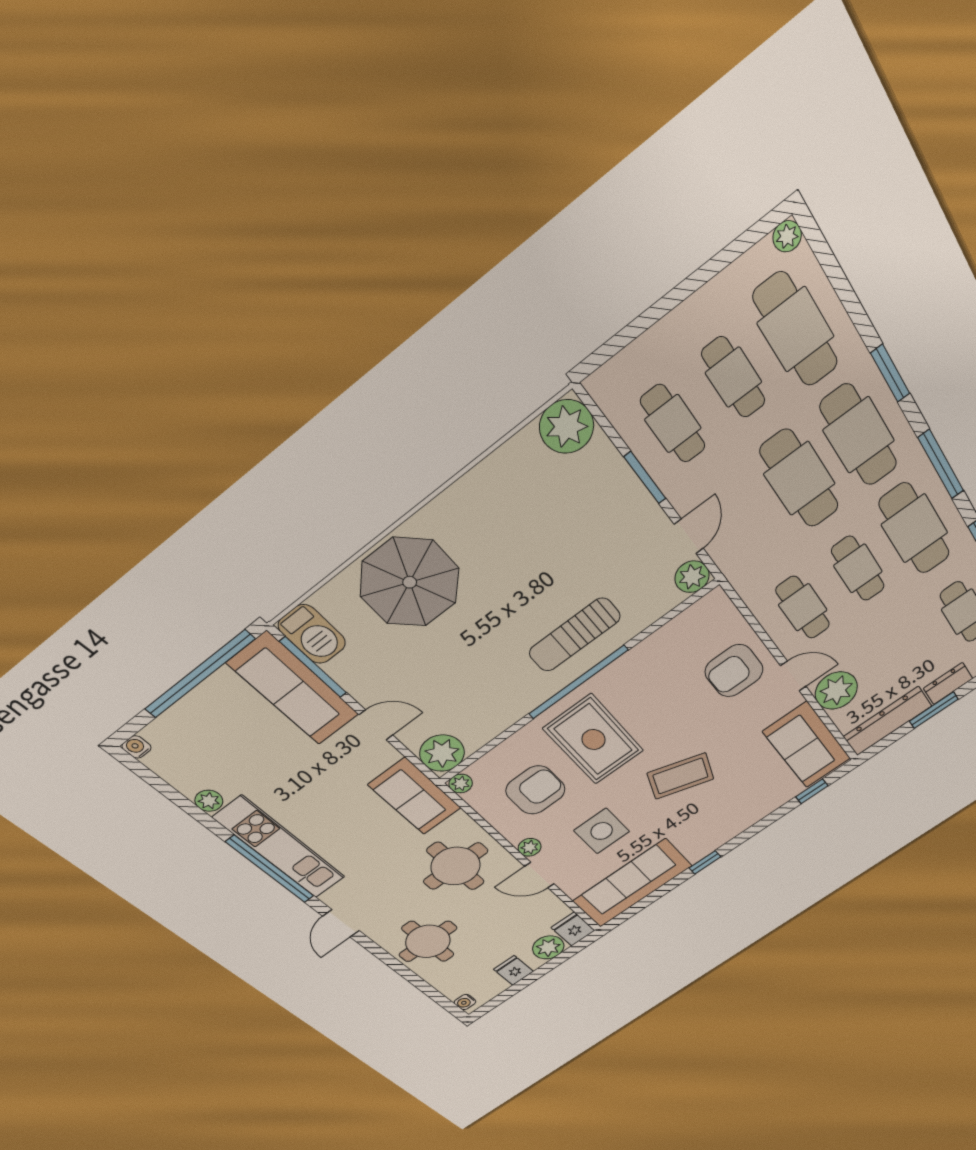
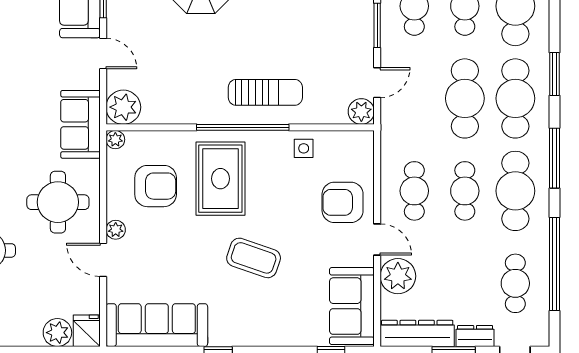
sun lounger: (575, 635) -> (265, 92), turned 180
side table: (602, 831) -> (304, 148), moved, width x0.54, depth x0.54
fridge: (513, 970) -> (18, 332), removed

